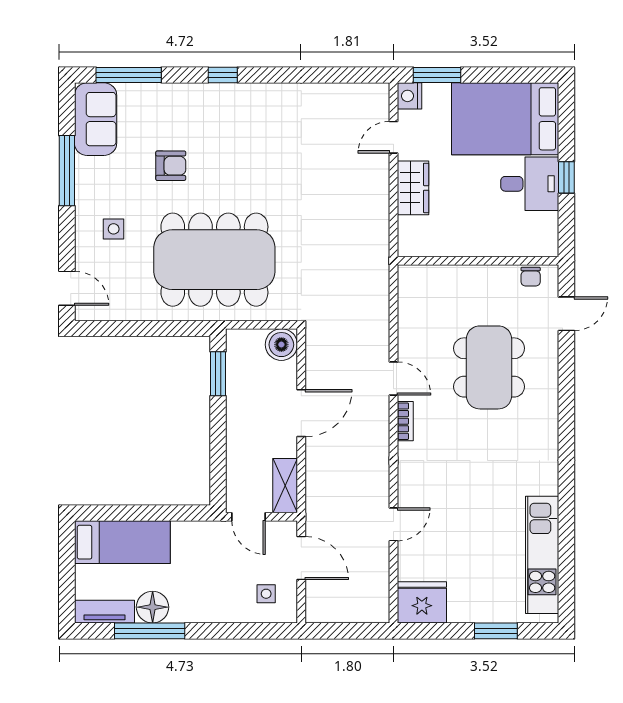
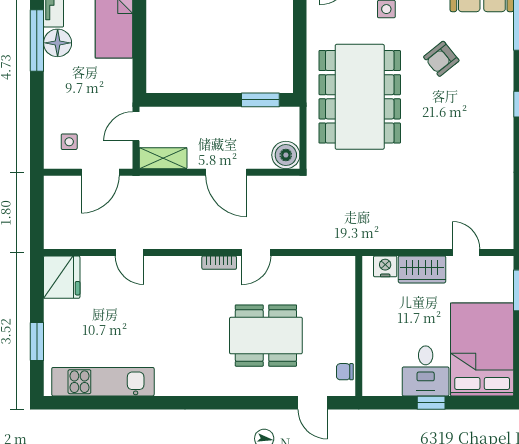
nightstand: (409, 96) -> (385, 266), moved
armchair: (171, 166) -> (441, 59), turned 51

